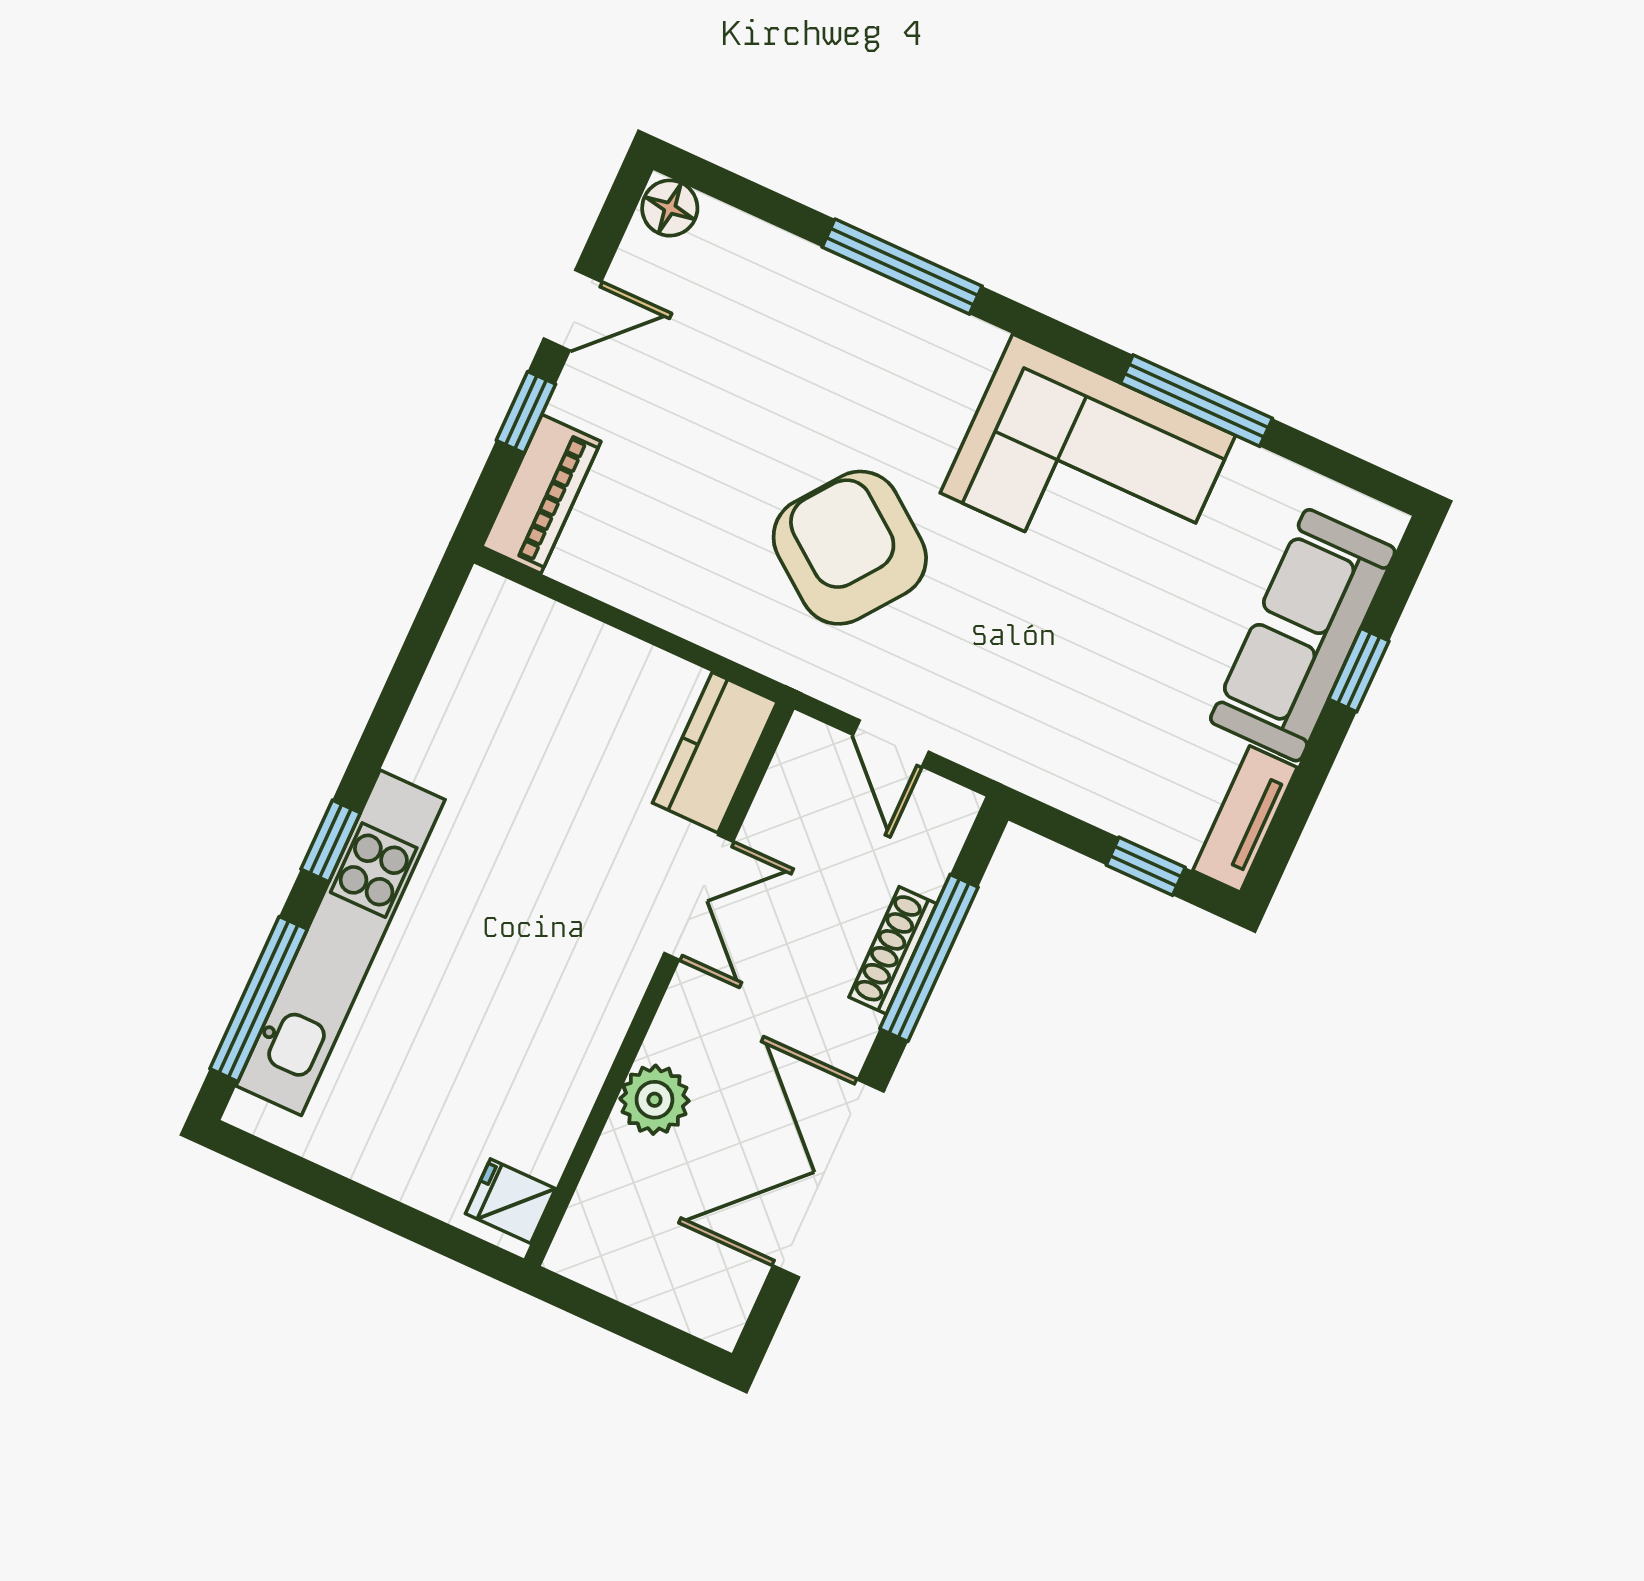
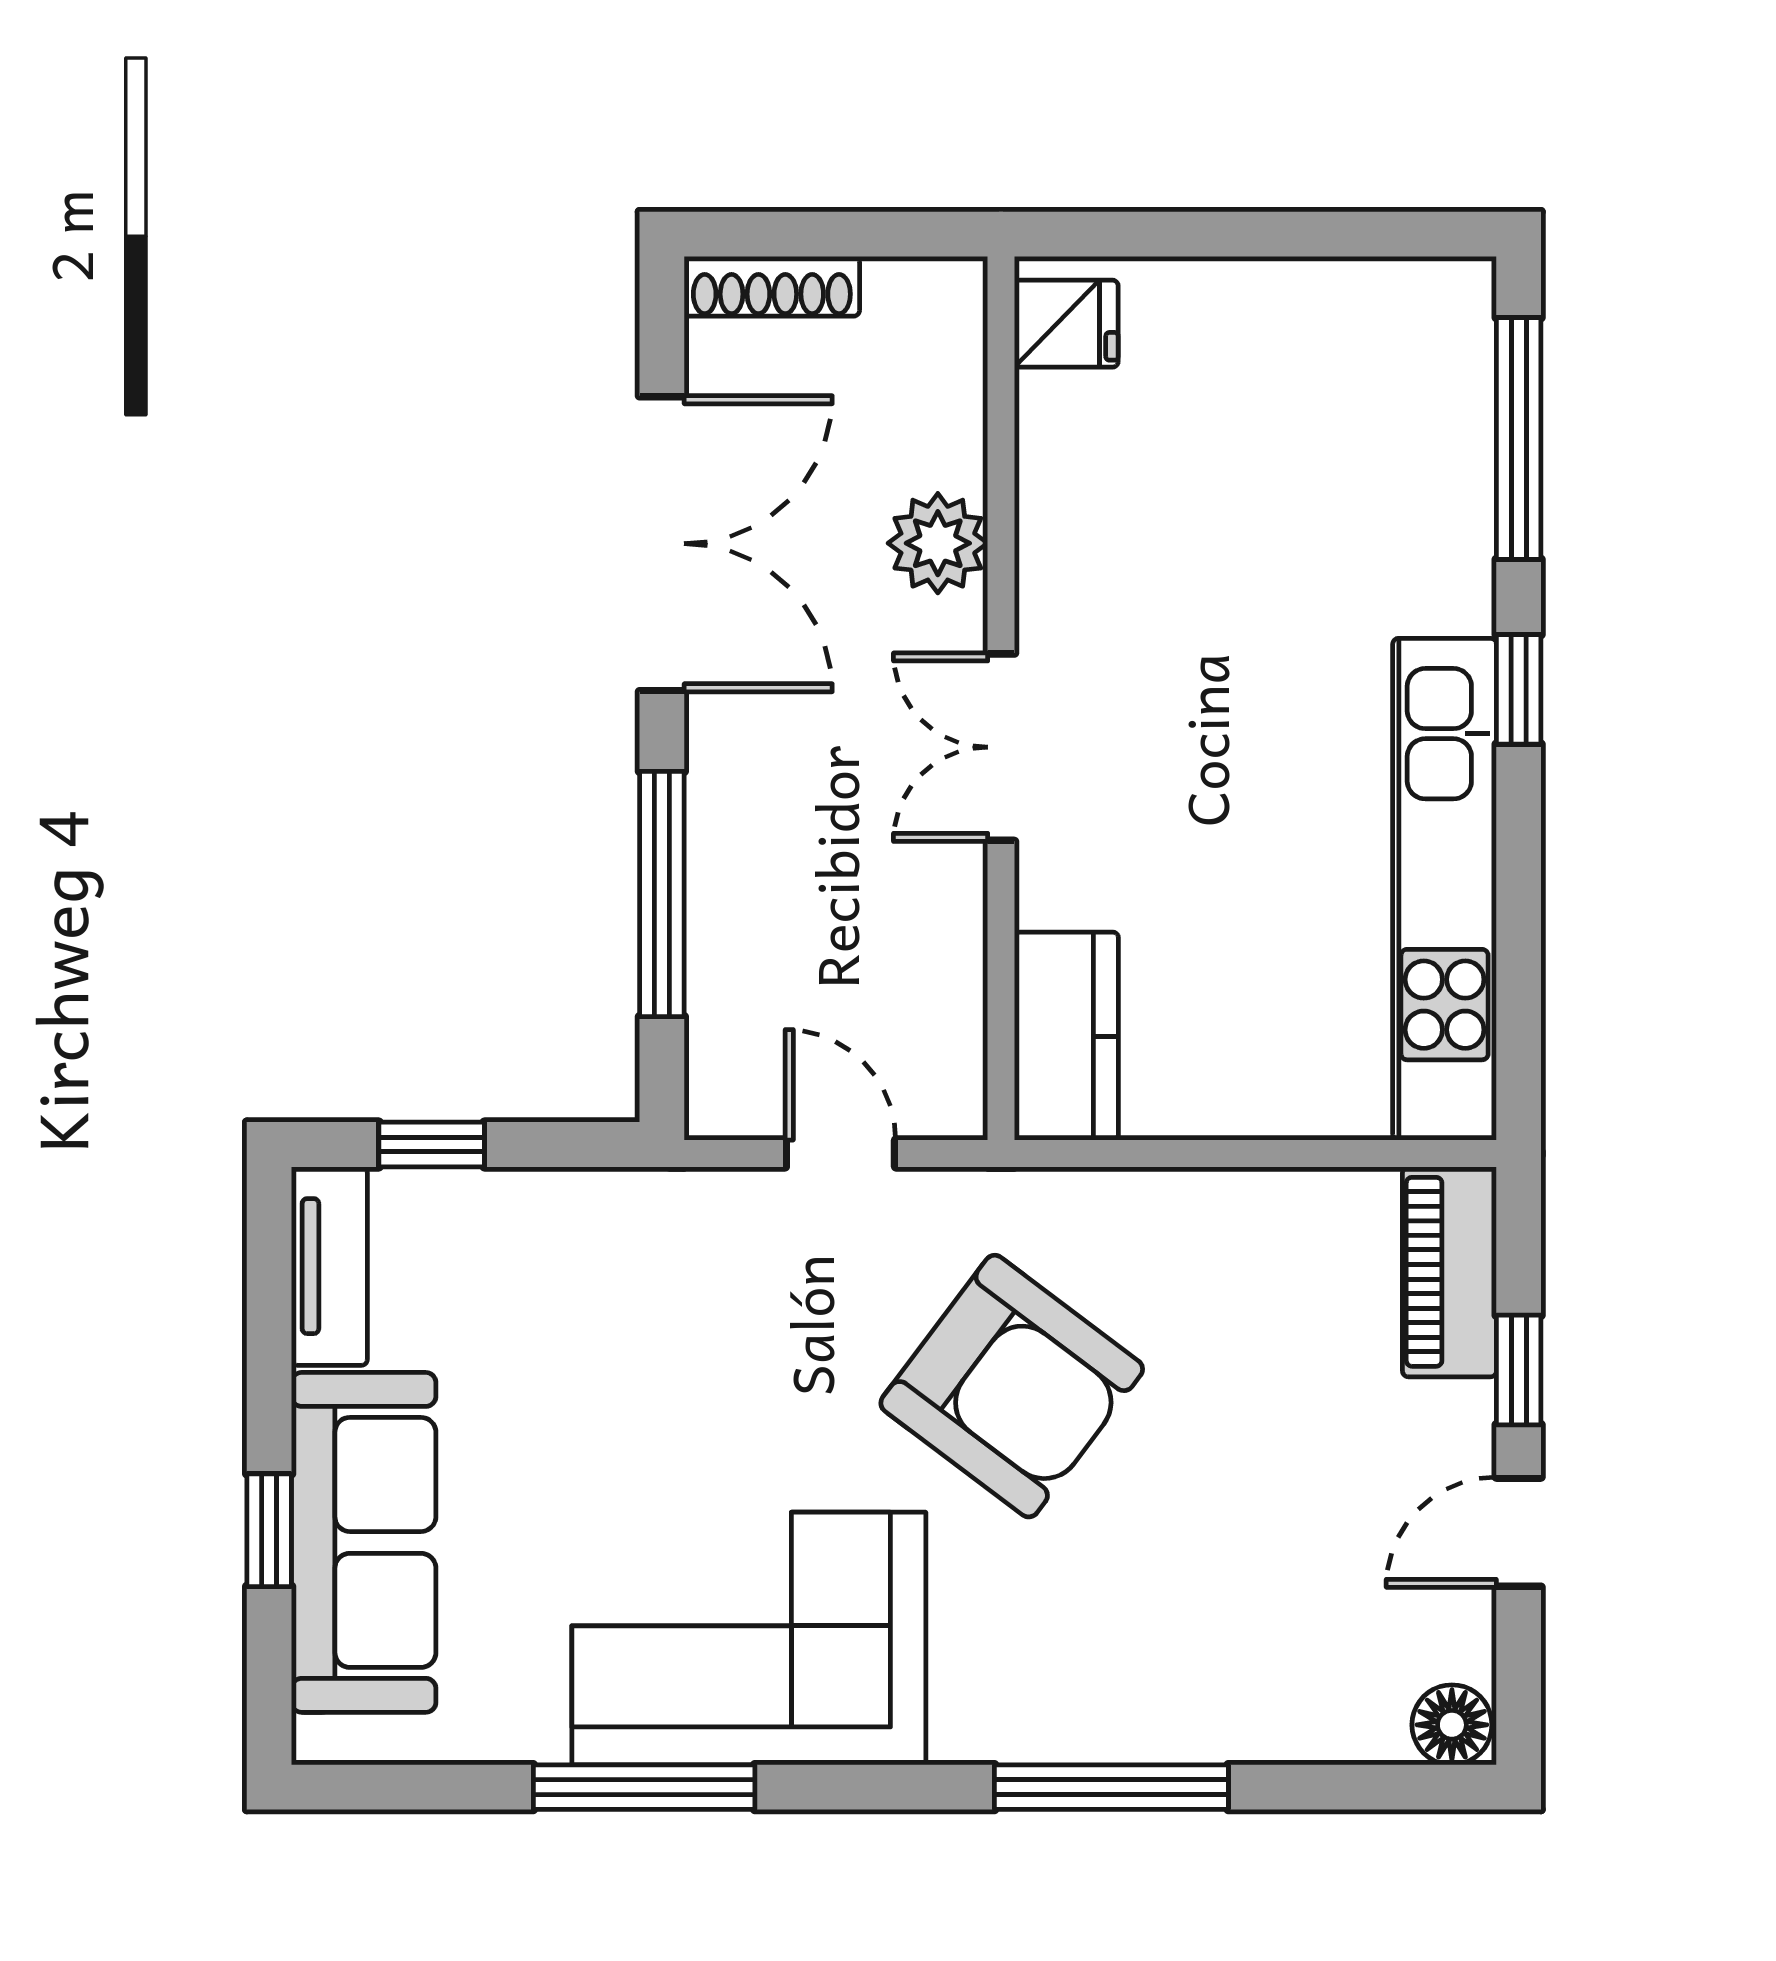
double door: (699, 897) -> (1001, 747), moved
kitchen unit: (341, 943) -> (1445, 889), moved
shoe rack: (893, 950) -> (772, 286), moved, turned 90

